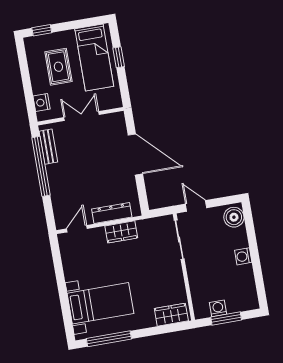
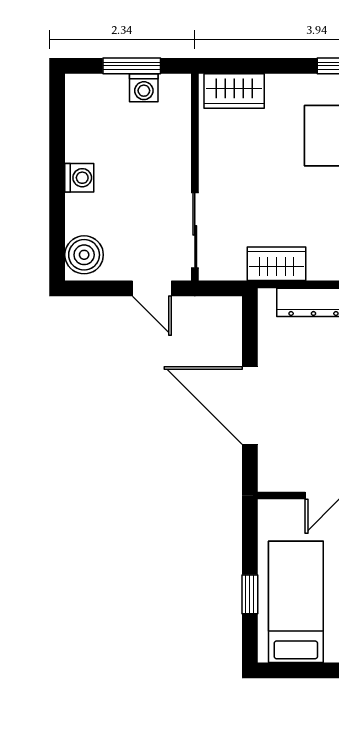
wardrobe: (121, 232) -> (276, 264), moved

